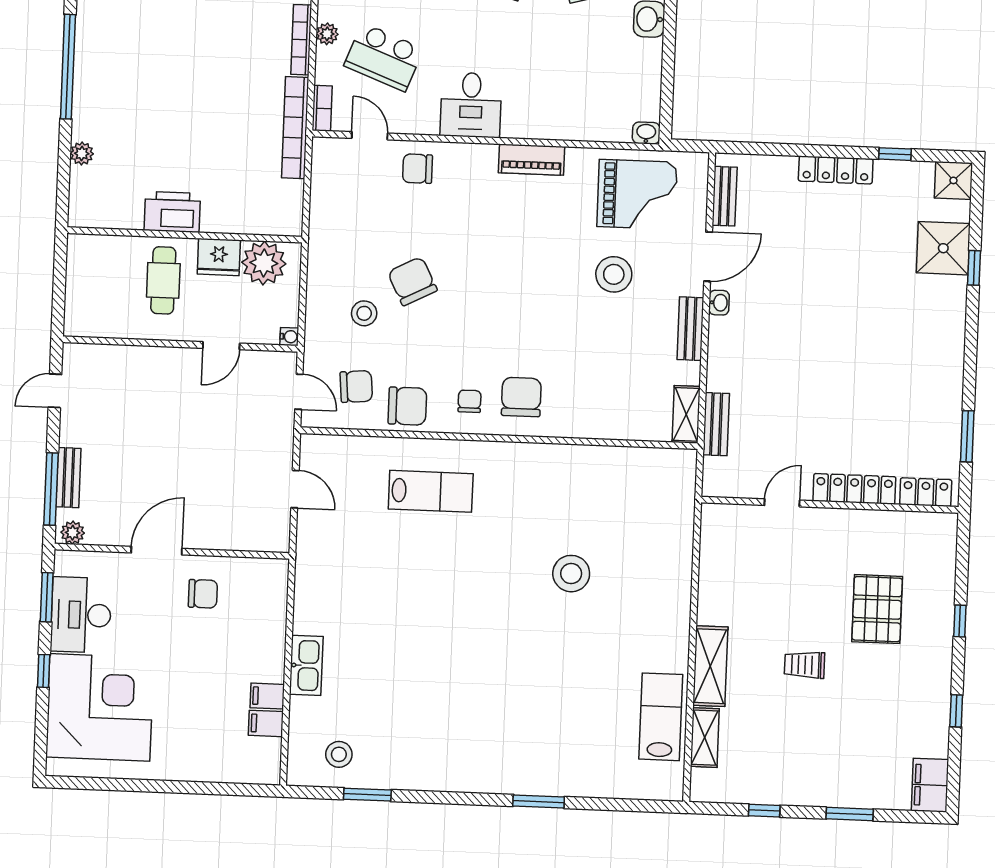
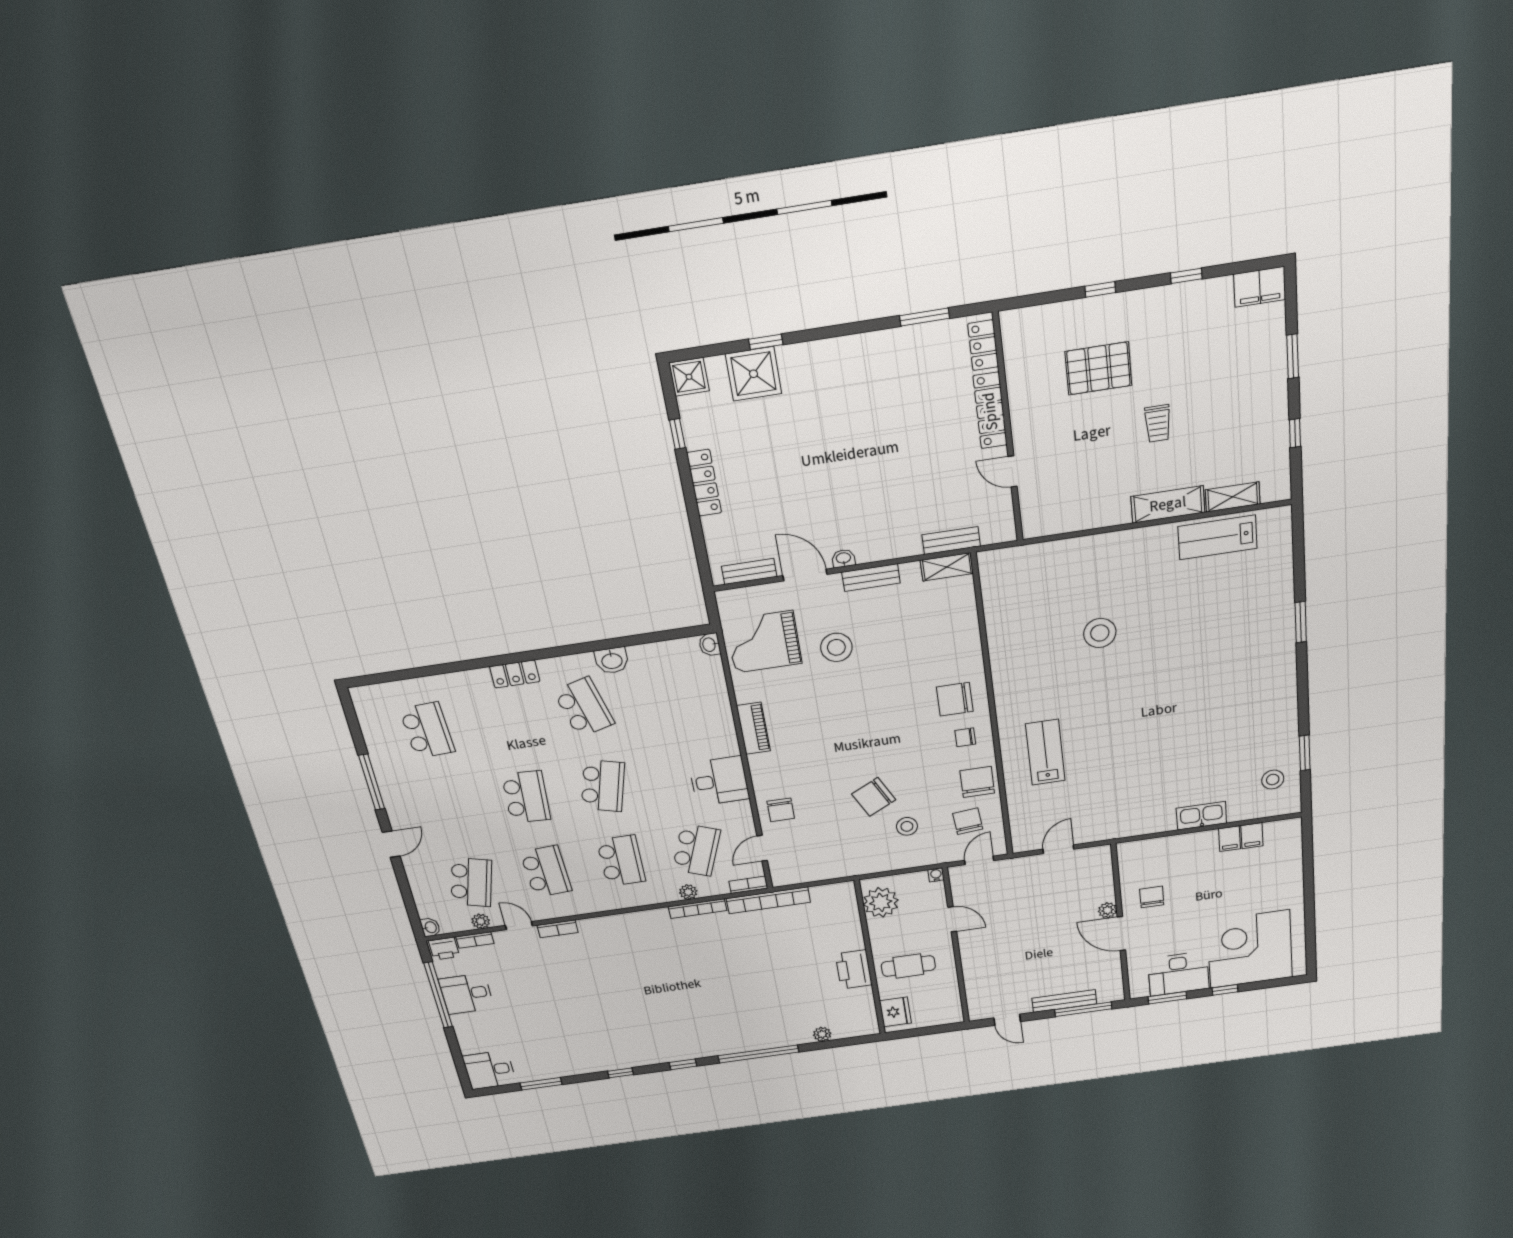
grand piano: (637, 194) -> (764, 642), turned -90
fridge: (219, 257) -> (895, 1012), moved
bench: (68, 478) -> (1064, 1001), width x1.36
plant: (73, 533) -> (1108, 910), moved

